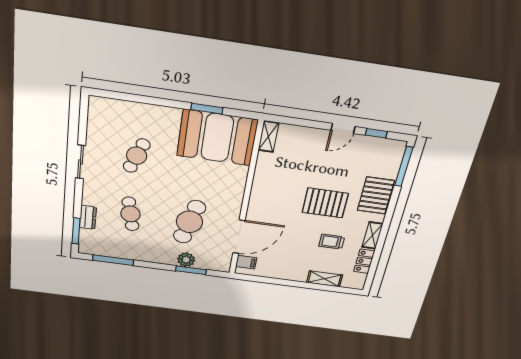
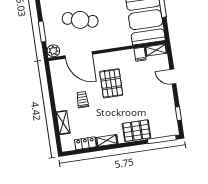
door: (343, 128) -> (173, 77), moved
pallet: (325, 203) -> (111, 83), moved
trolley: (332, 242) -> (82, 100), moved
plant: (186, 260) -> (53, 51), moved
filing cabinet: (246, 262) -> (140, 54), moved

